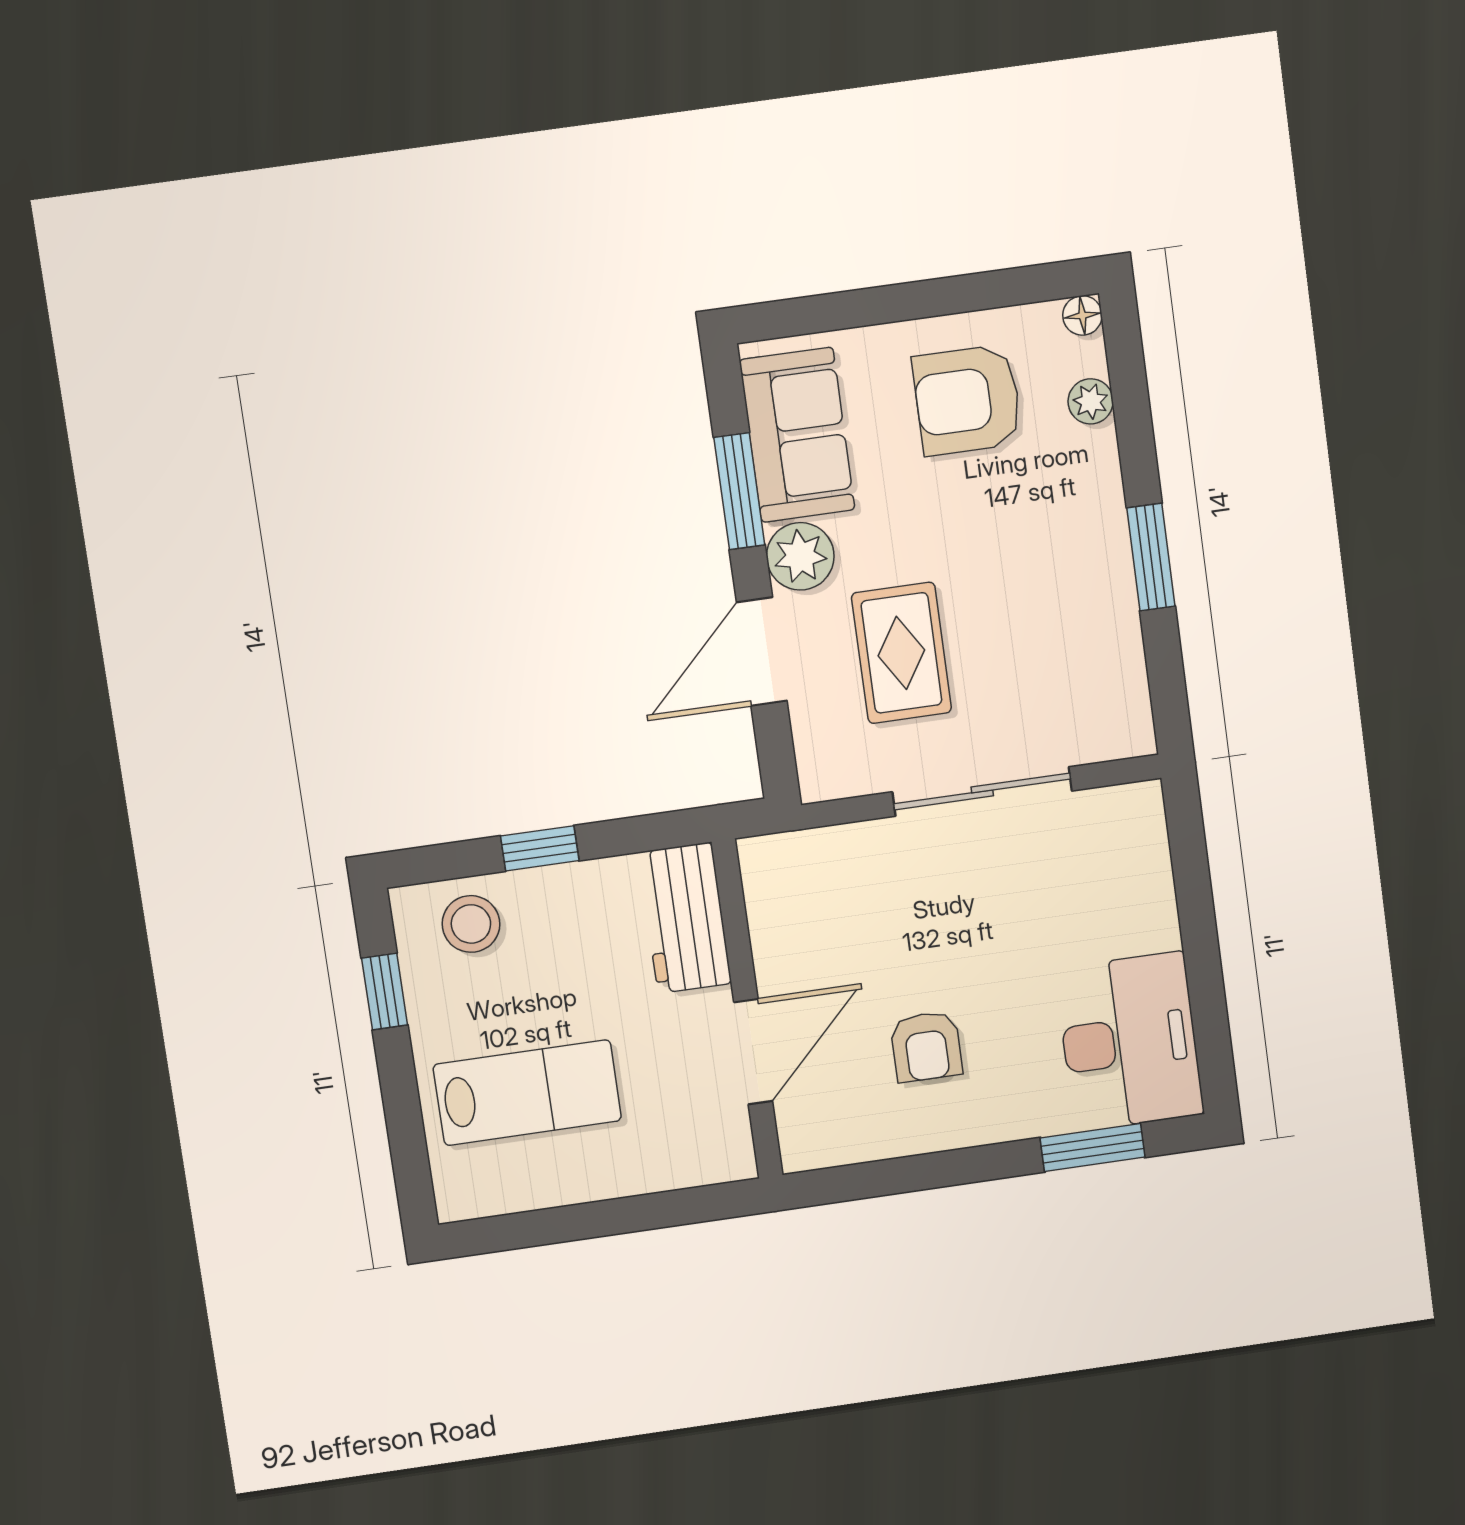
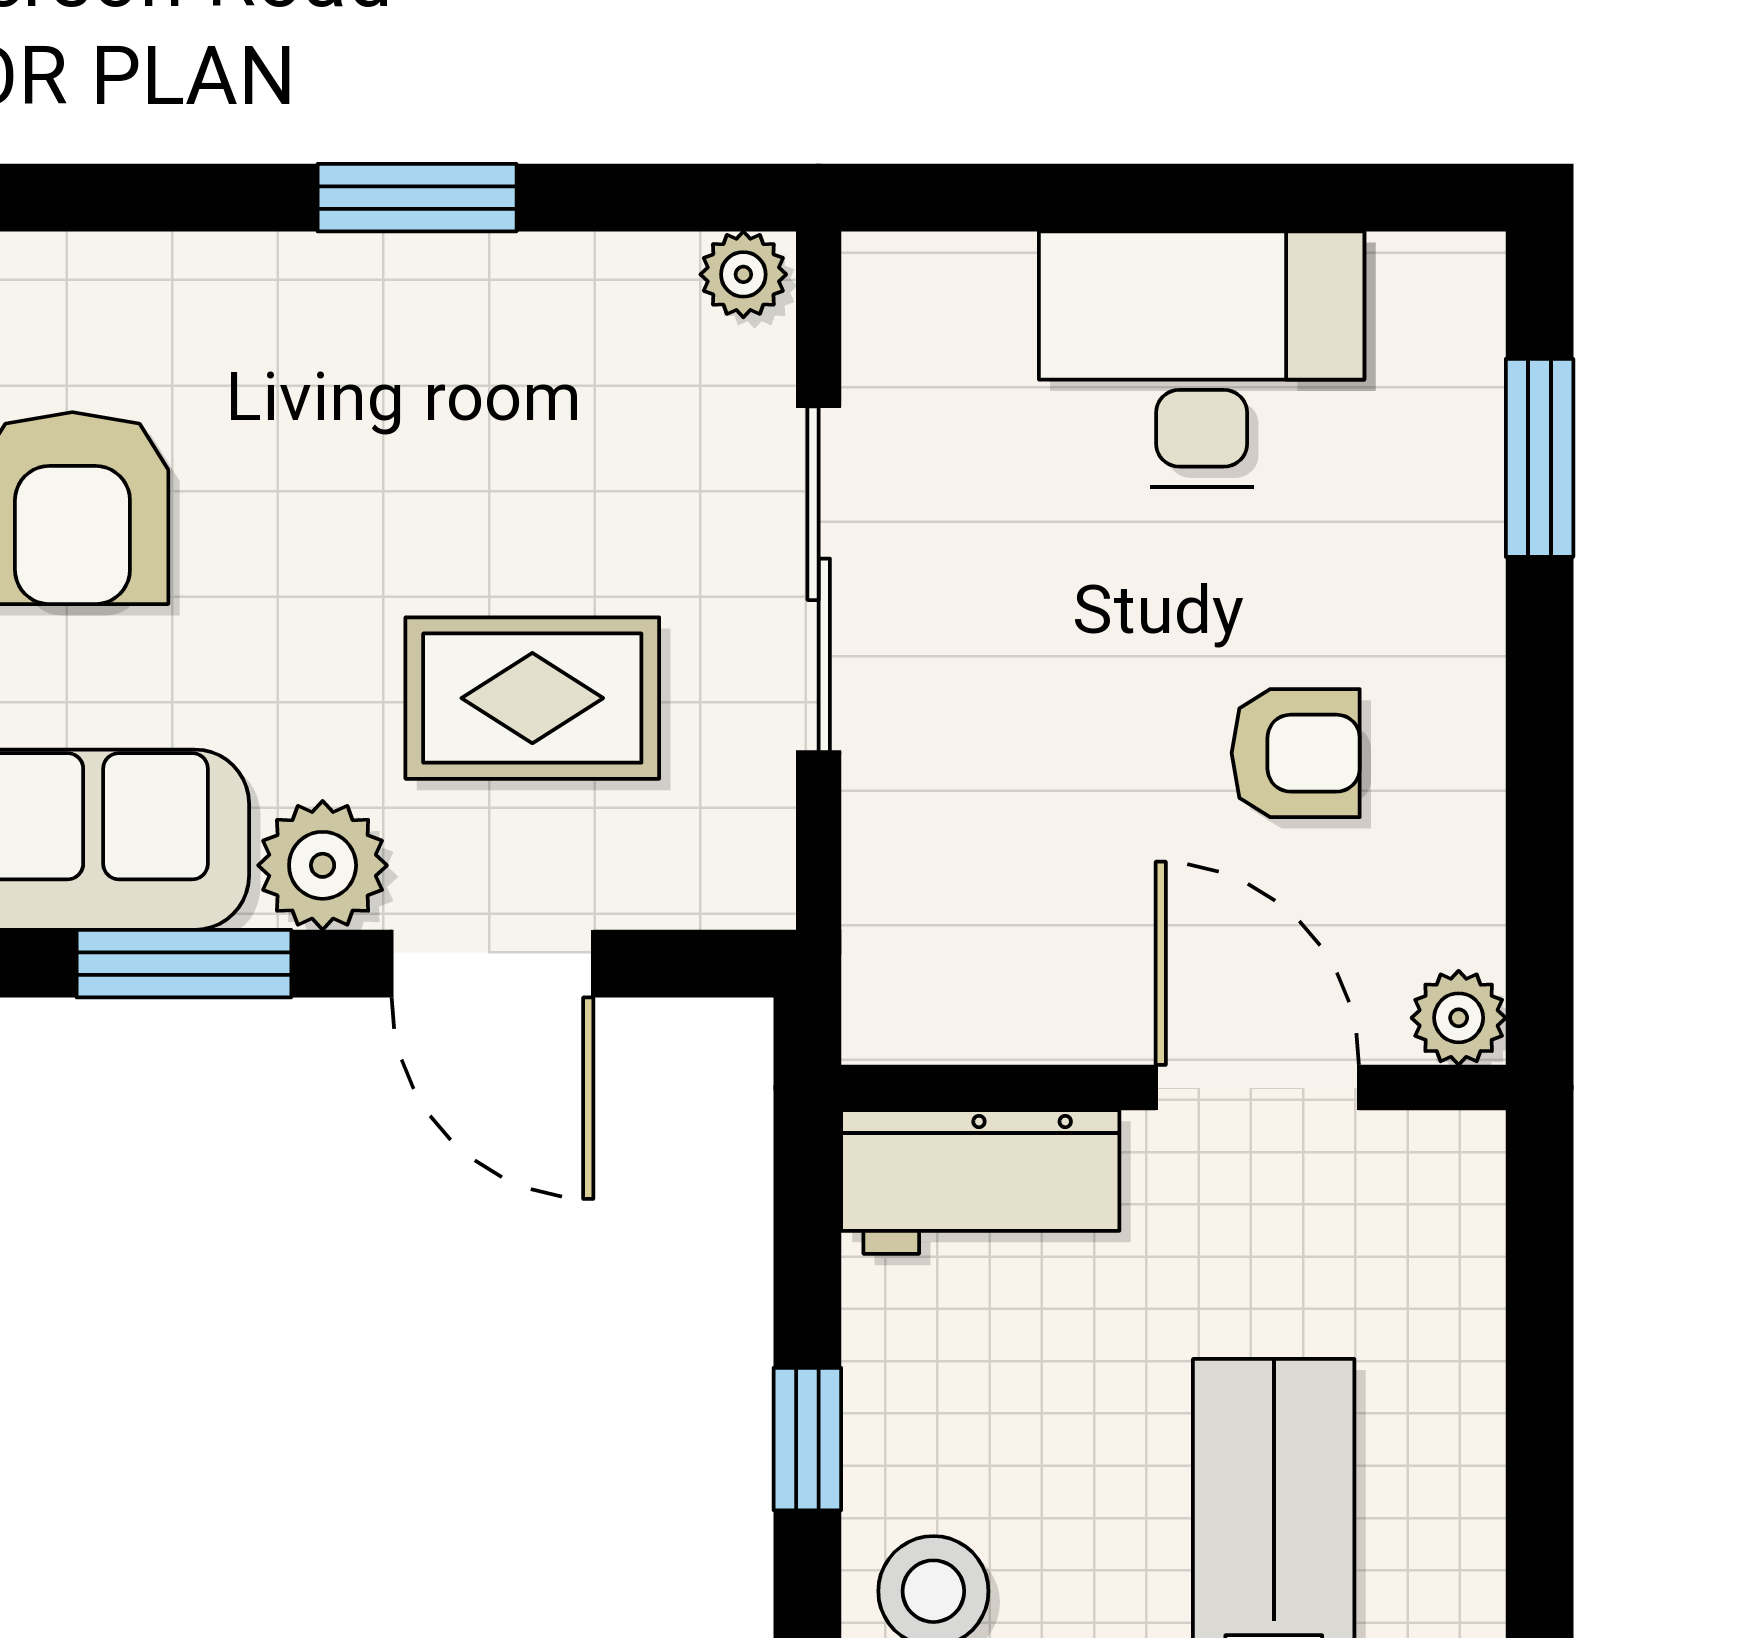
plant: (1091, 401) -> (743, 274), moved
desk: (1129, 1041) -> (1202, 359), moved
plant: (803, 1148) -> (1459, 1018), added

